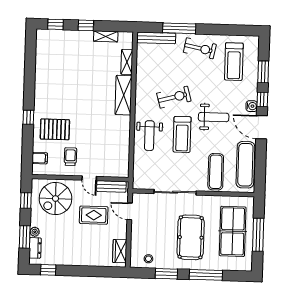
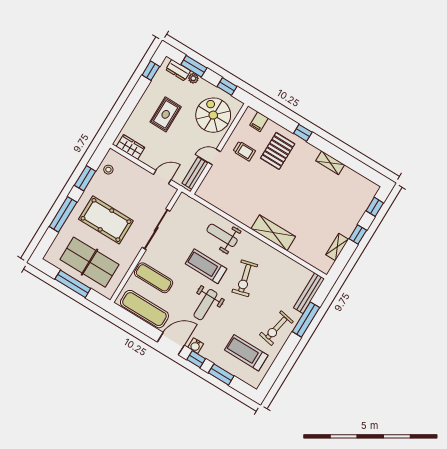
shelving: (127, 62) -> (330, 163), moved
rug: (94, 215) -> (166, 114), moved

